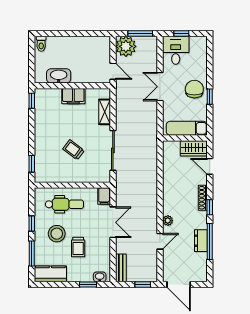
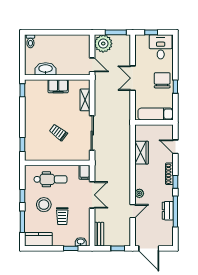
desk: (176, 50) -> (161, 47), moved
wardrobe: (194, 148) -> (142, 153), moved, turned -90

